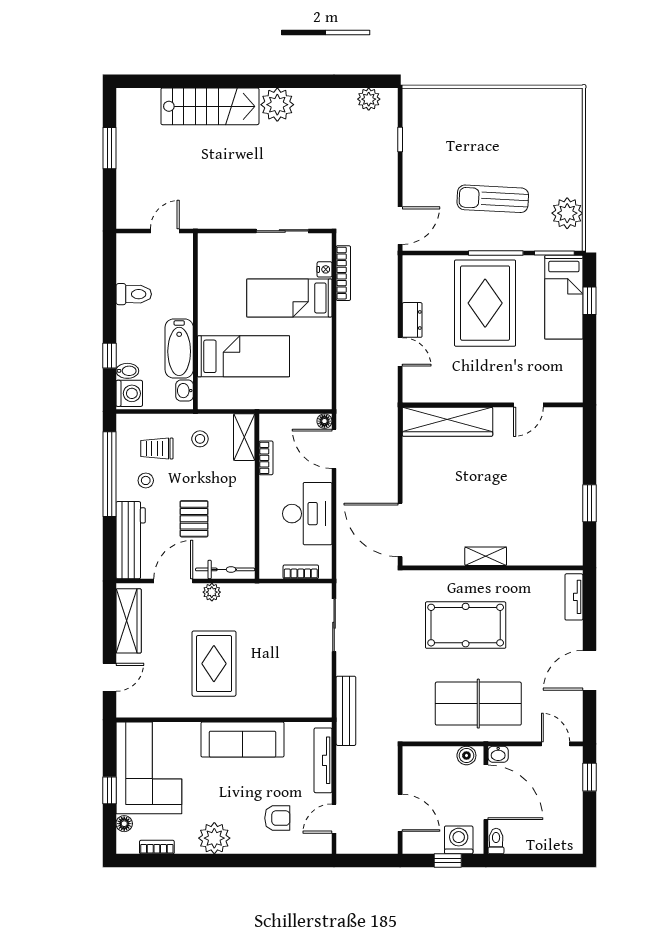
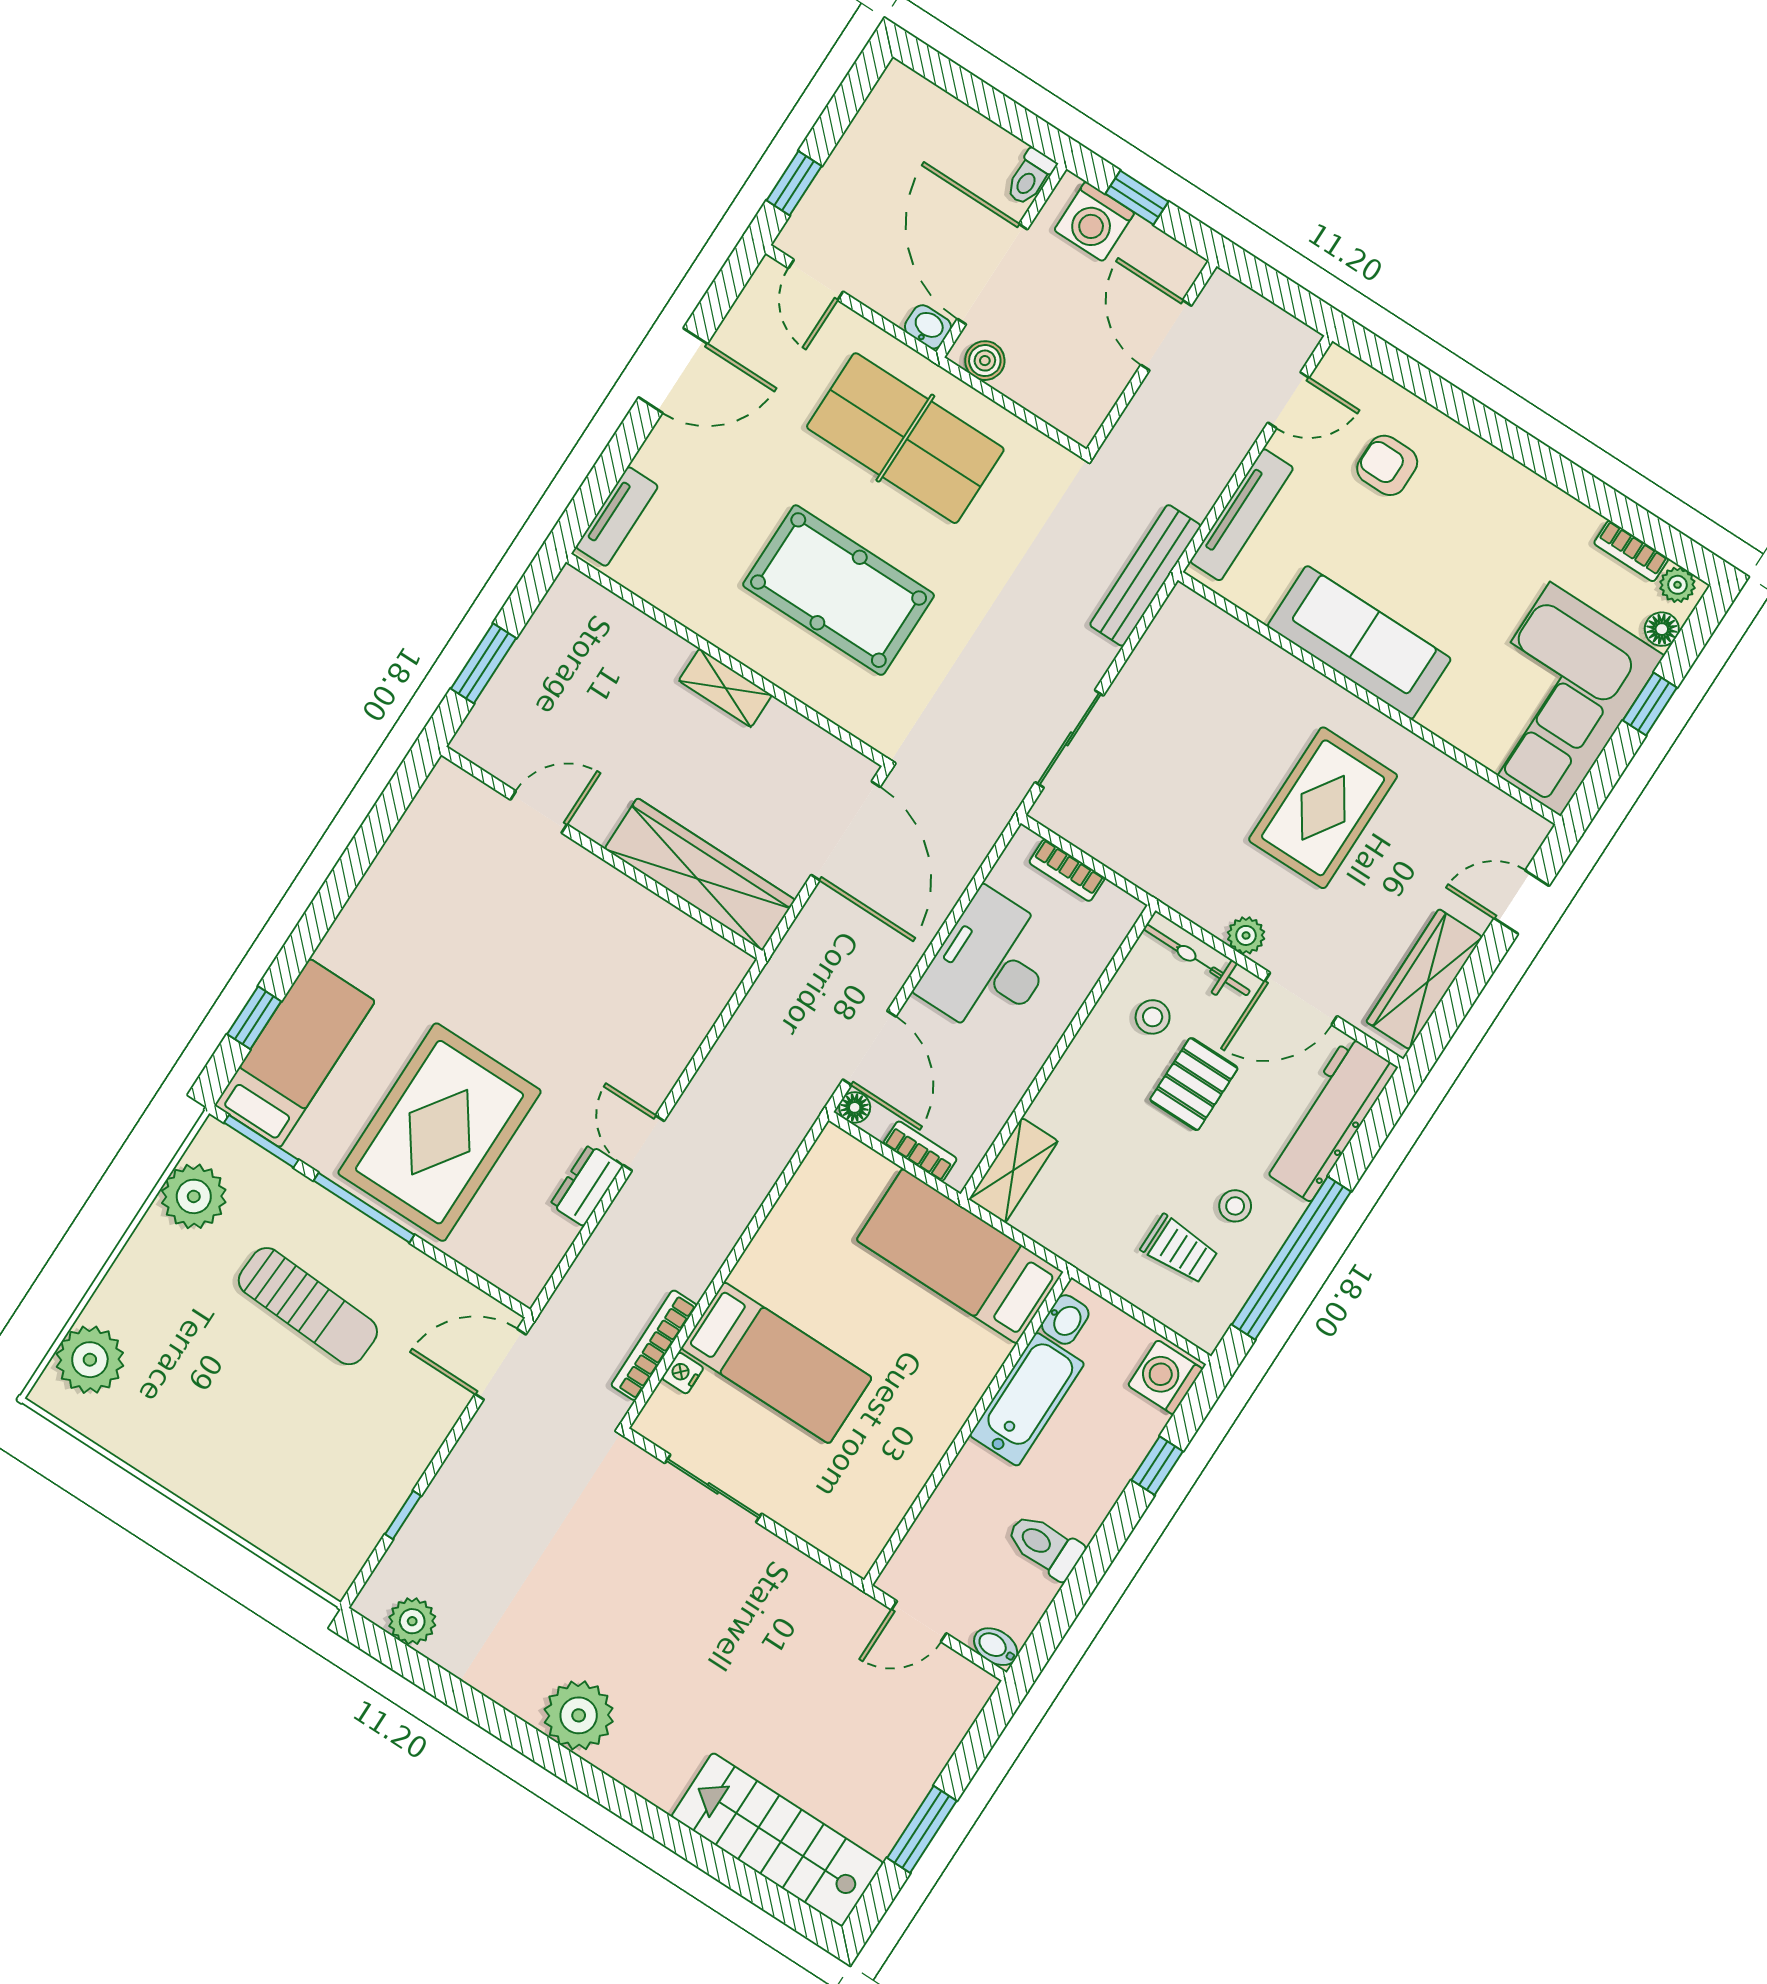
stairs: (210, 106) -> (777, 1840), moved
plant: (567, 121) -> (90, 1360), added
bed: (243, 356) -> (960, 1256), moved
bidet: (127, 371) -> (996, 1647), moved
wall: (493, 405) -> (602, 853), moved
door: (528, 405) -> (539, 812), moved
wardrobe: (447, 422) -> (700, 874), moved
stool: (200, 439) -> (1153, 1017), moved
bookcase: (266, 458) -> (920, 1151), moved, turned 90
plant: (214, 838) -> (1677, 585), moved, width x0.53, depth x0.53

